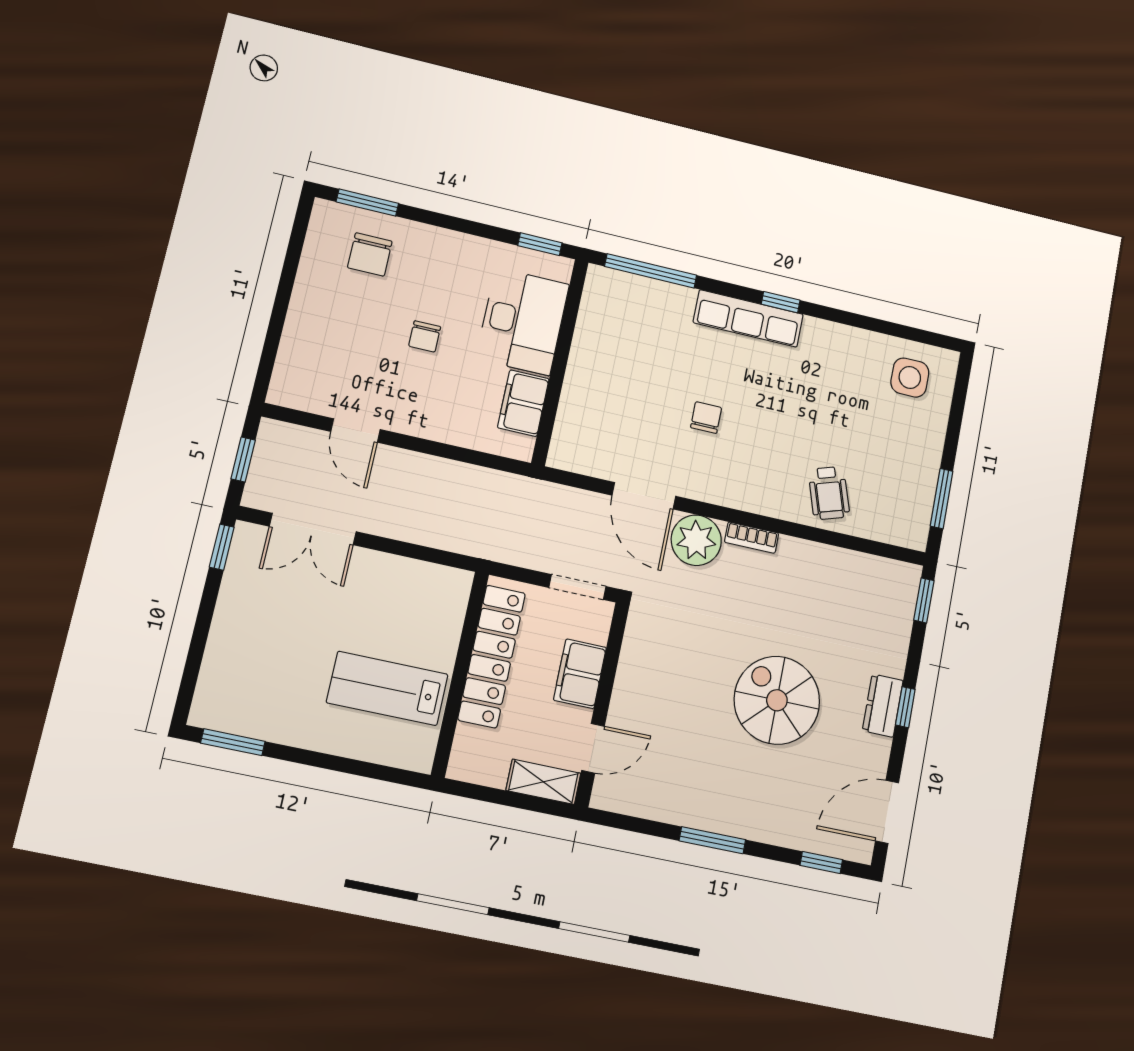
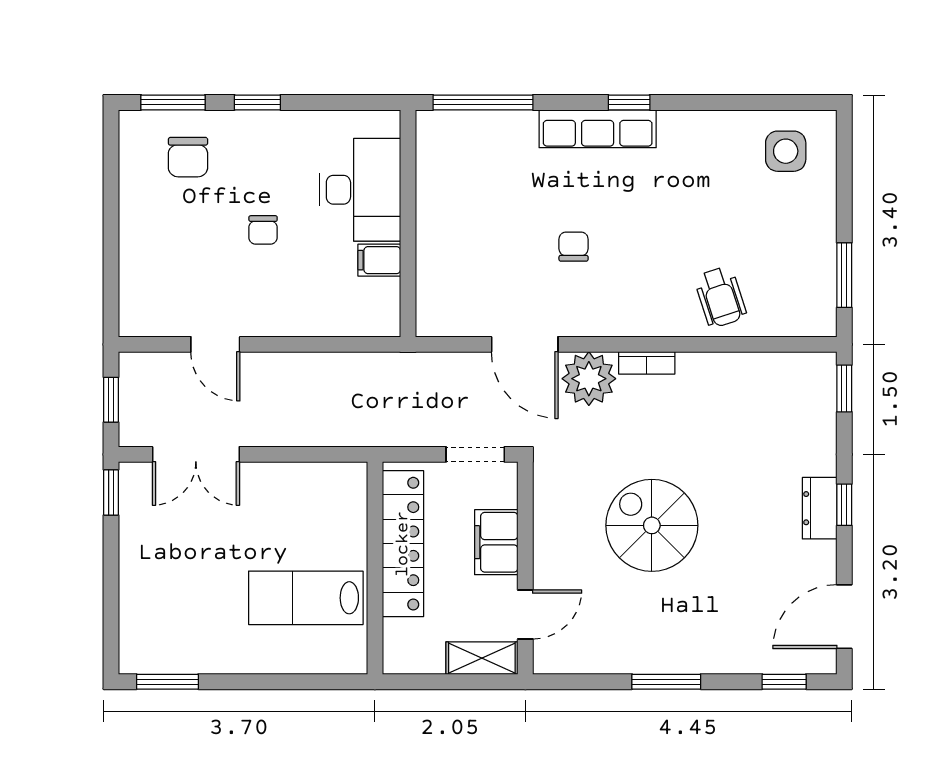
window: (540, 244) -> (257, 102), moved
filing cabinet: (523, 403) -> (379, 260), width x0.50
spiral stairs: (777, 700) -> (652, 525), moved

